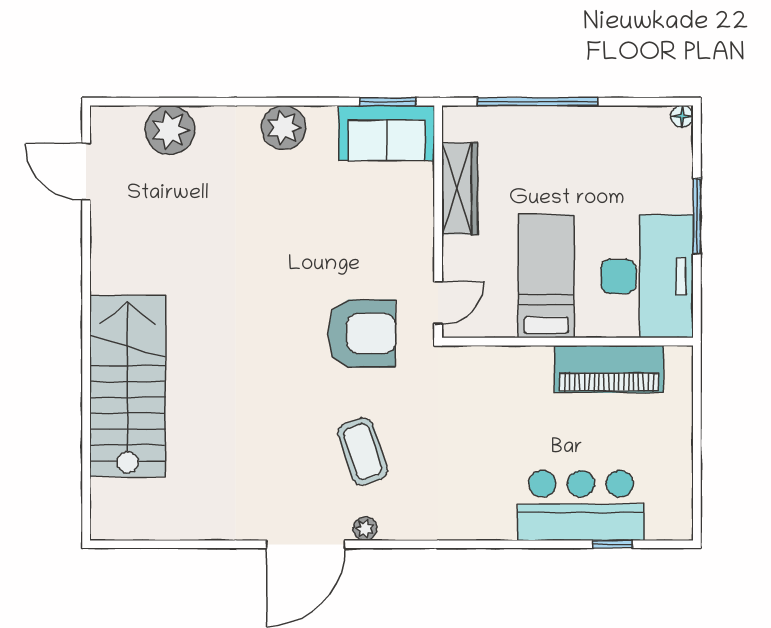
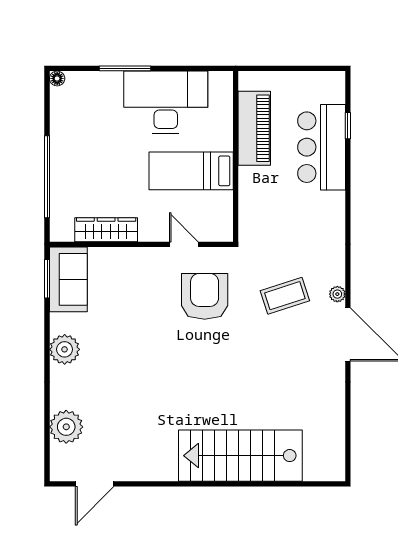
bed: (546, 276) -> (191, 171), moved
wall: (568, 342) -> (236, 156), moved
piano: (609, 369) -> (254, 128), moved

